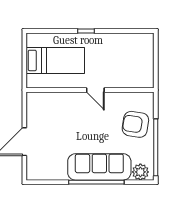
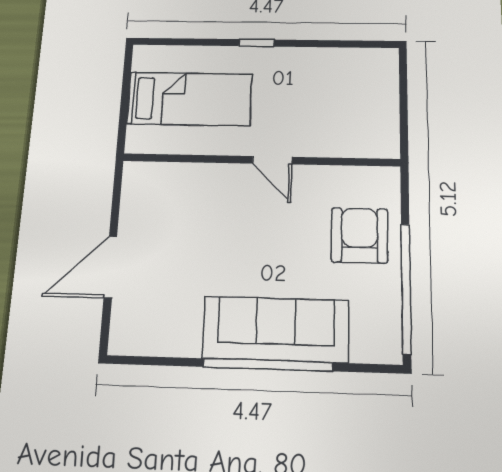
armchair: (135, 124) -> (359, 235), turned 81
plant: (140, 172) -> (371, 344), removed

